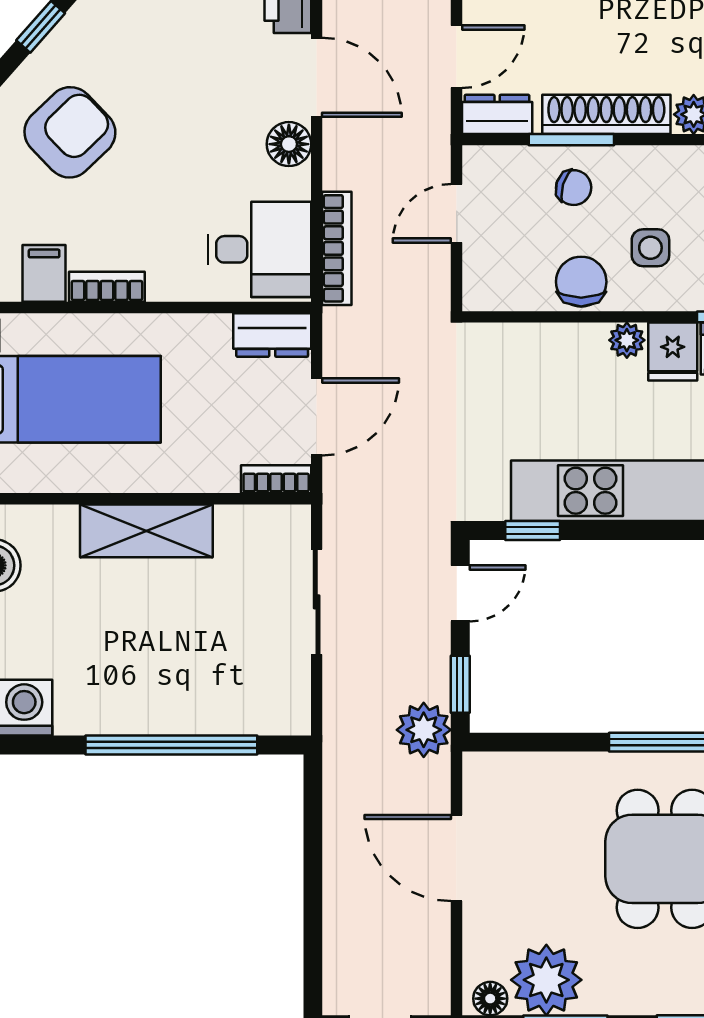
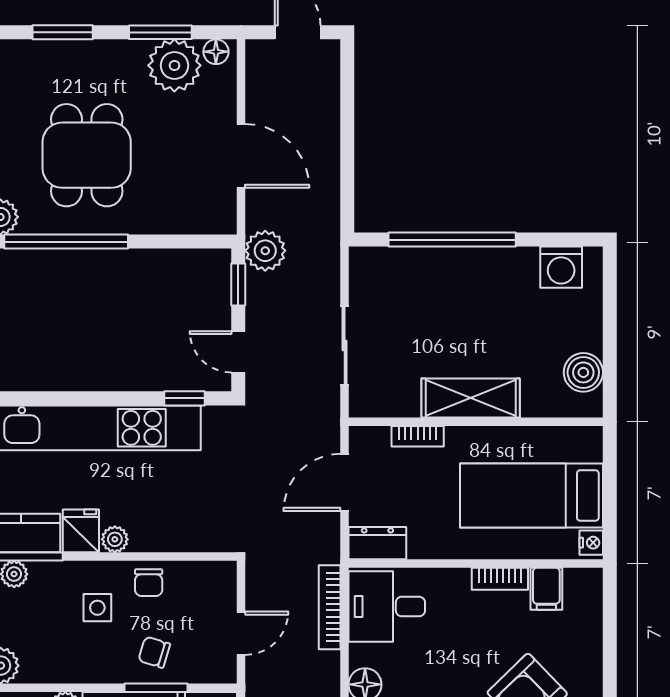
chair: (581, 282) -> (149, 583), width x0.73, depth x0.73
bookcase: (276, 479) -> (418, 436), moved
door: (460, 593) -> (238, 352), hinge flipped

